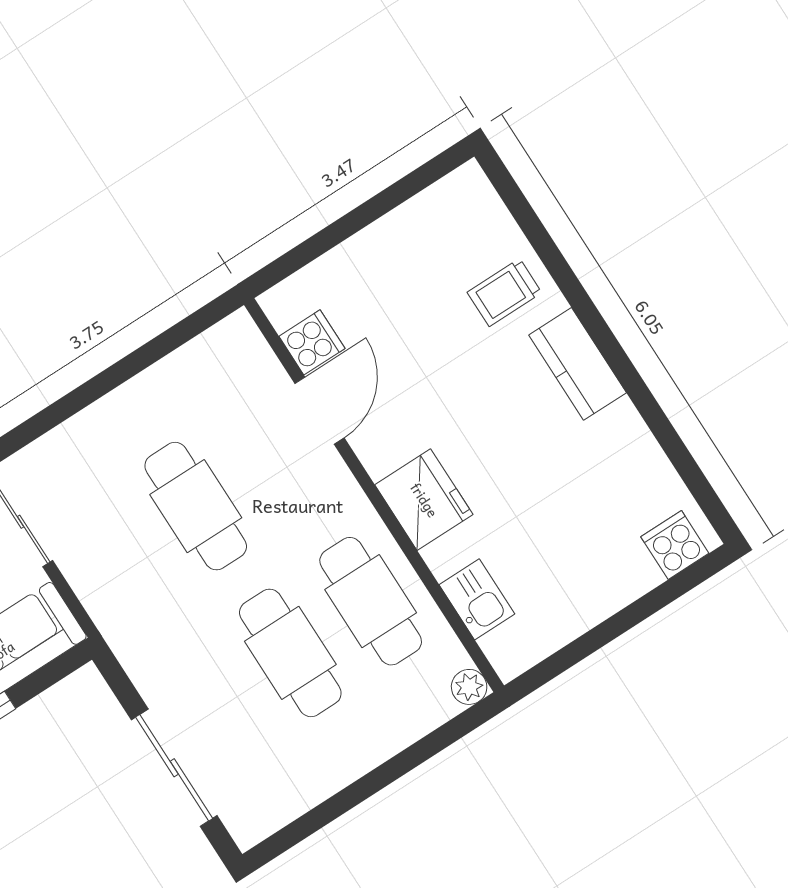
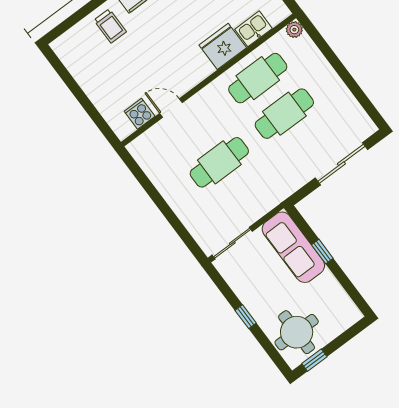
door: (319, 411) -> (171, 108), width x0.73
fridge: (424, 500) -> (223, 46), moved

